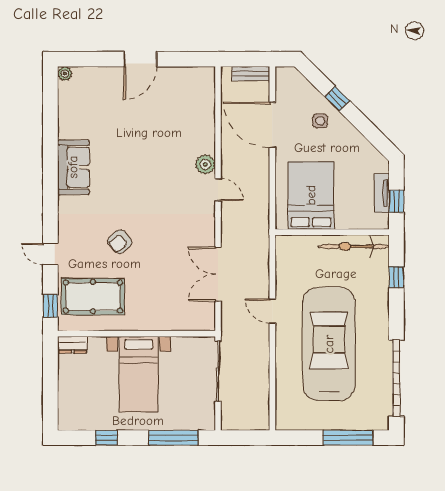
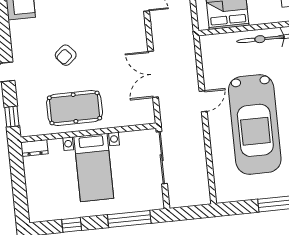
pool table: (93, 297) -> (75, 108), moved
door: (272, 311) -> (203, 101), swing flipped
car: (329, 344) -> (255, 124), turned 180

